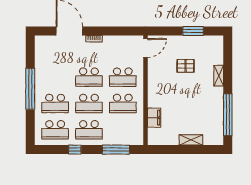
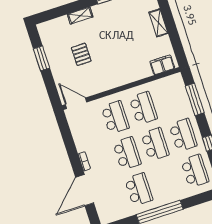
school desk: (55, 103) -> (139, 189), moved
filing cabinet: (154, 118) -> (162, 65), moved

